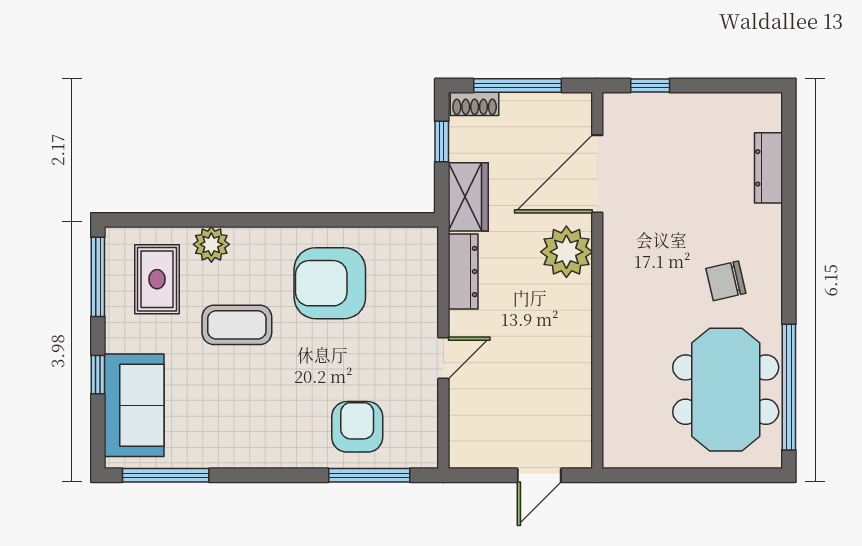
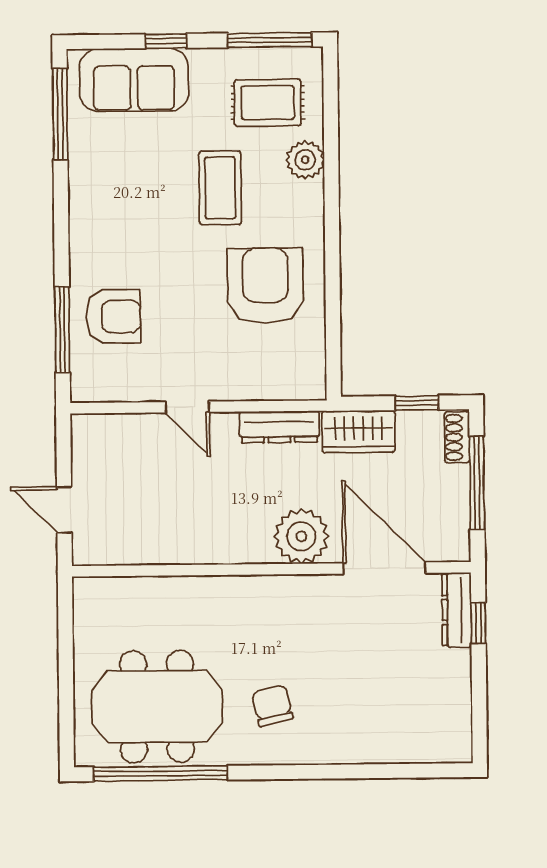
dresser: (769, 168) -> (457, 610), moved, turned -90

